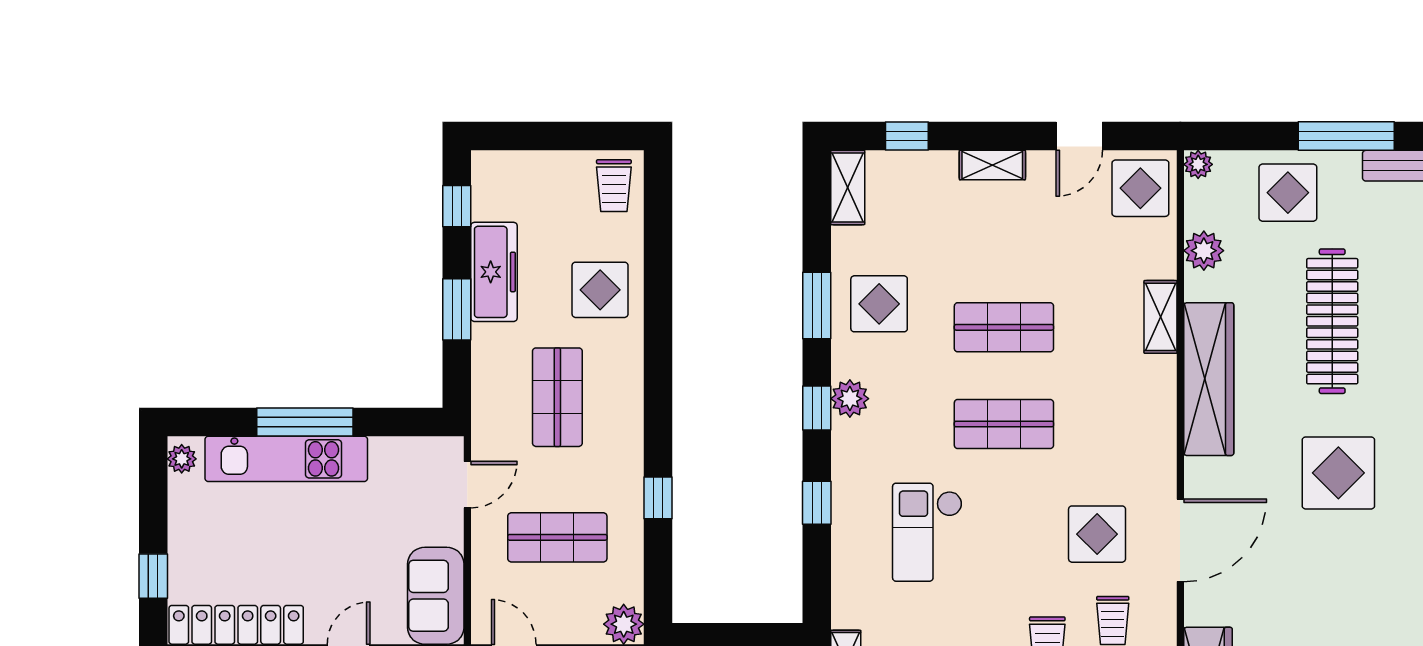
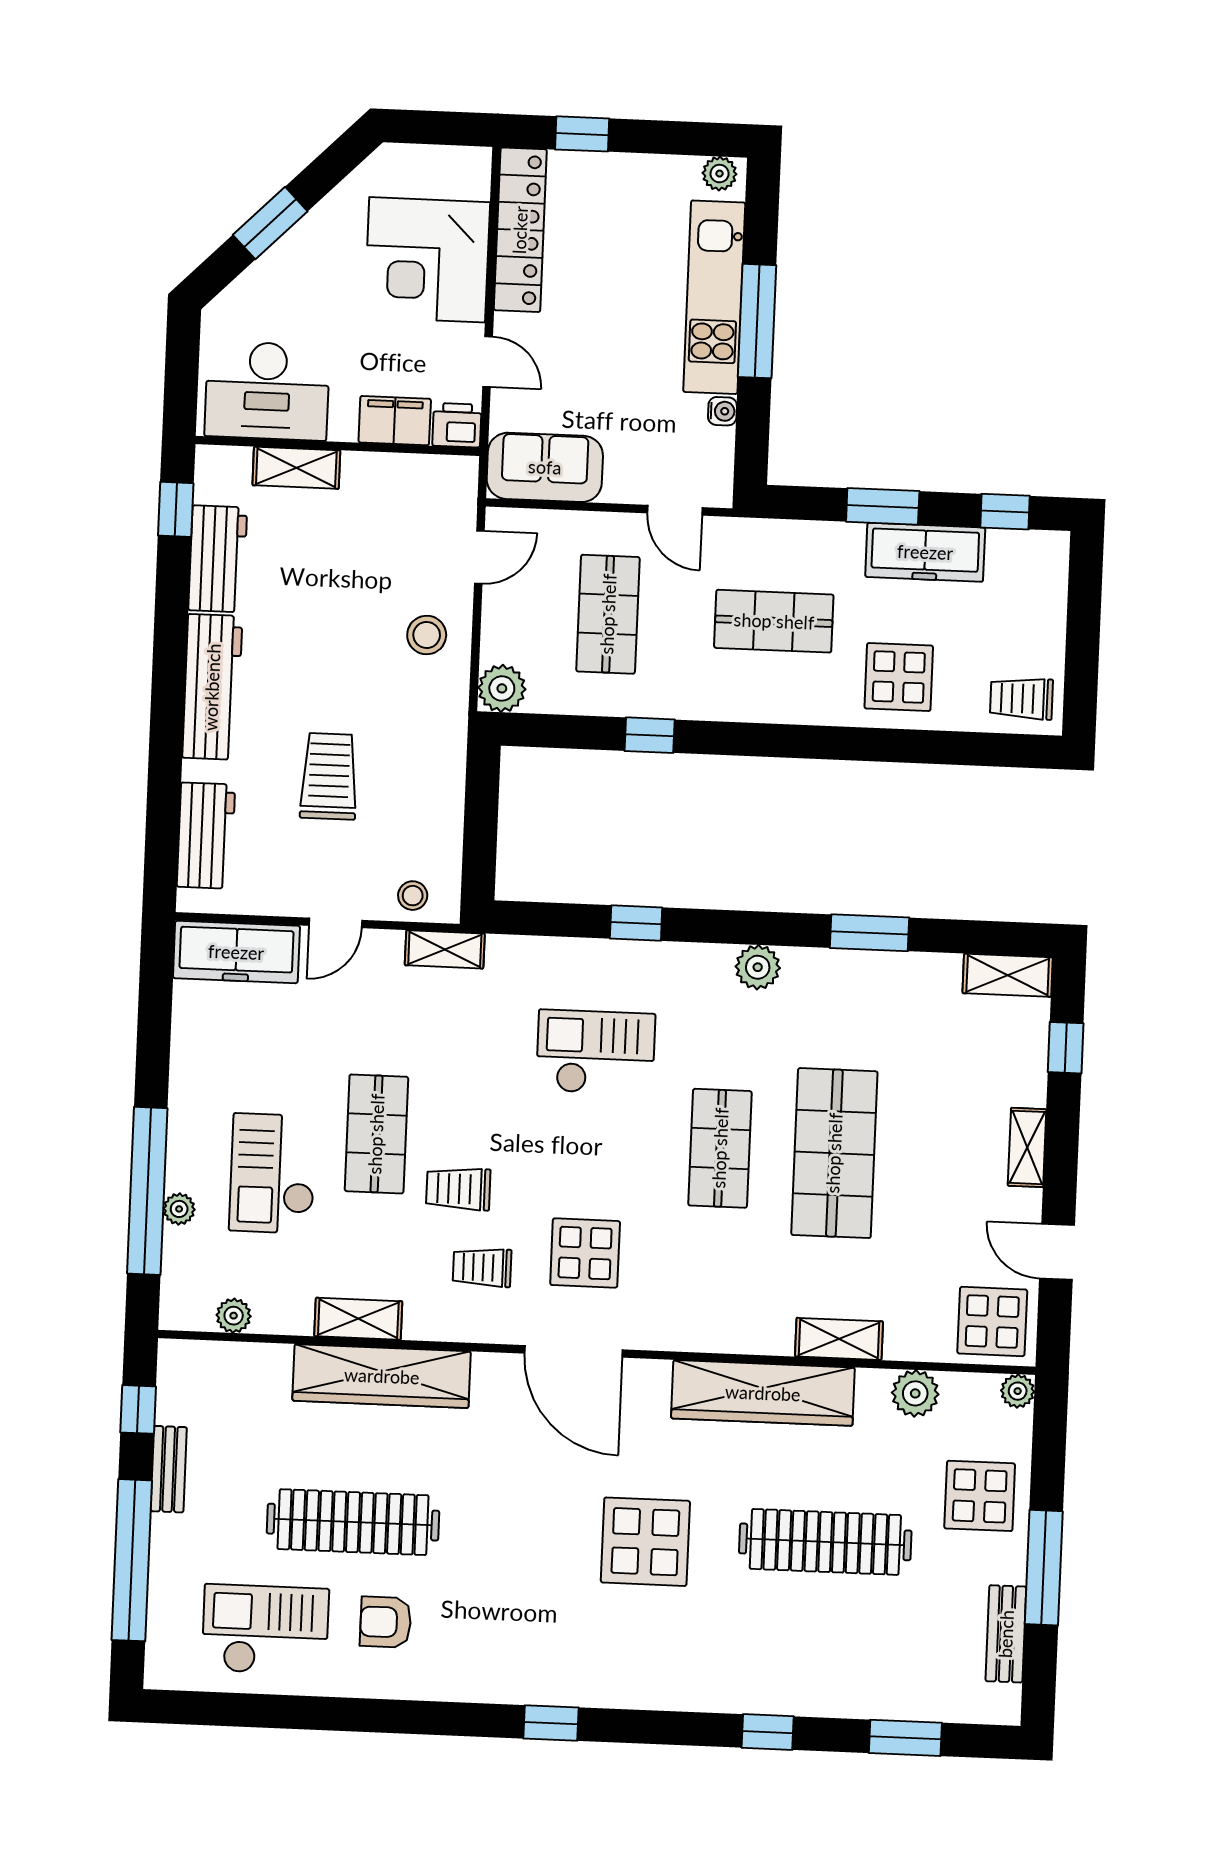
display table: (879, 304) -> (868, 1007), removed
shop shelf: (1004, 327) -> (834, 1153), width x1.43, depth x1.36
window: (817, 408) -> (748, 928), removed
water cooler: (382, 448) -> (722, 411), added

